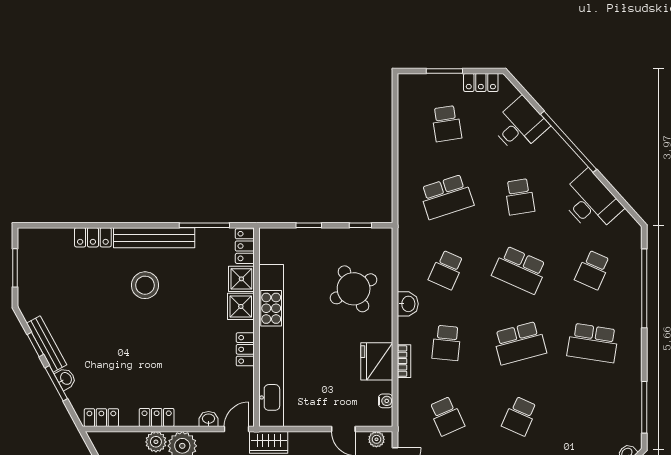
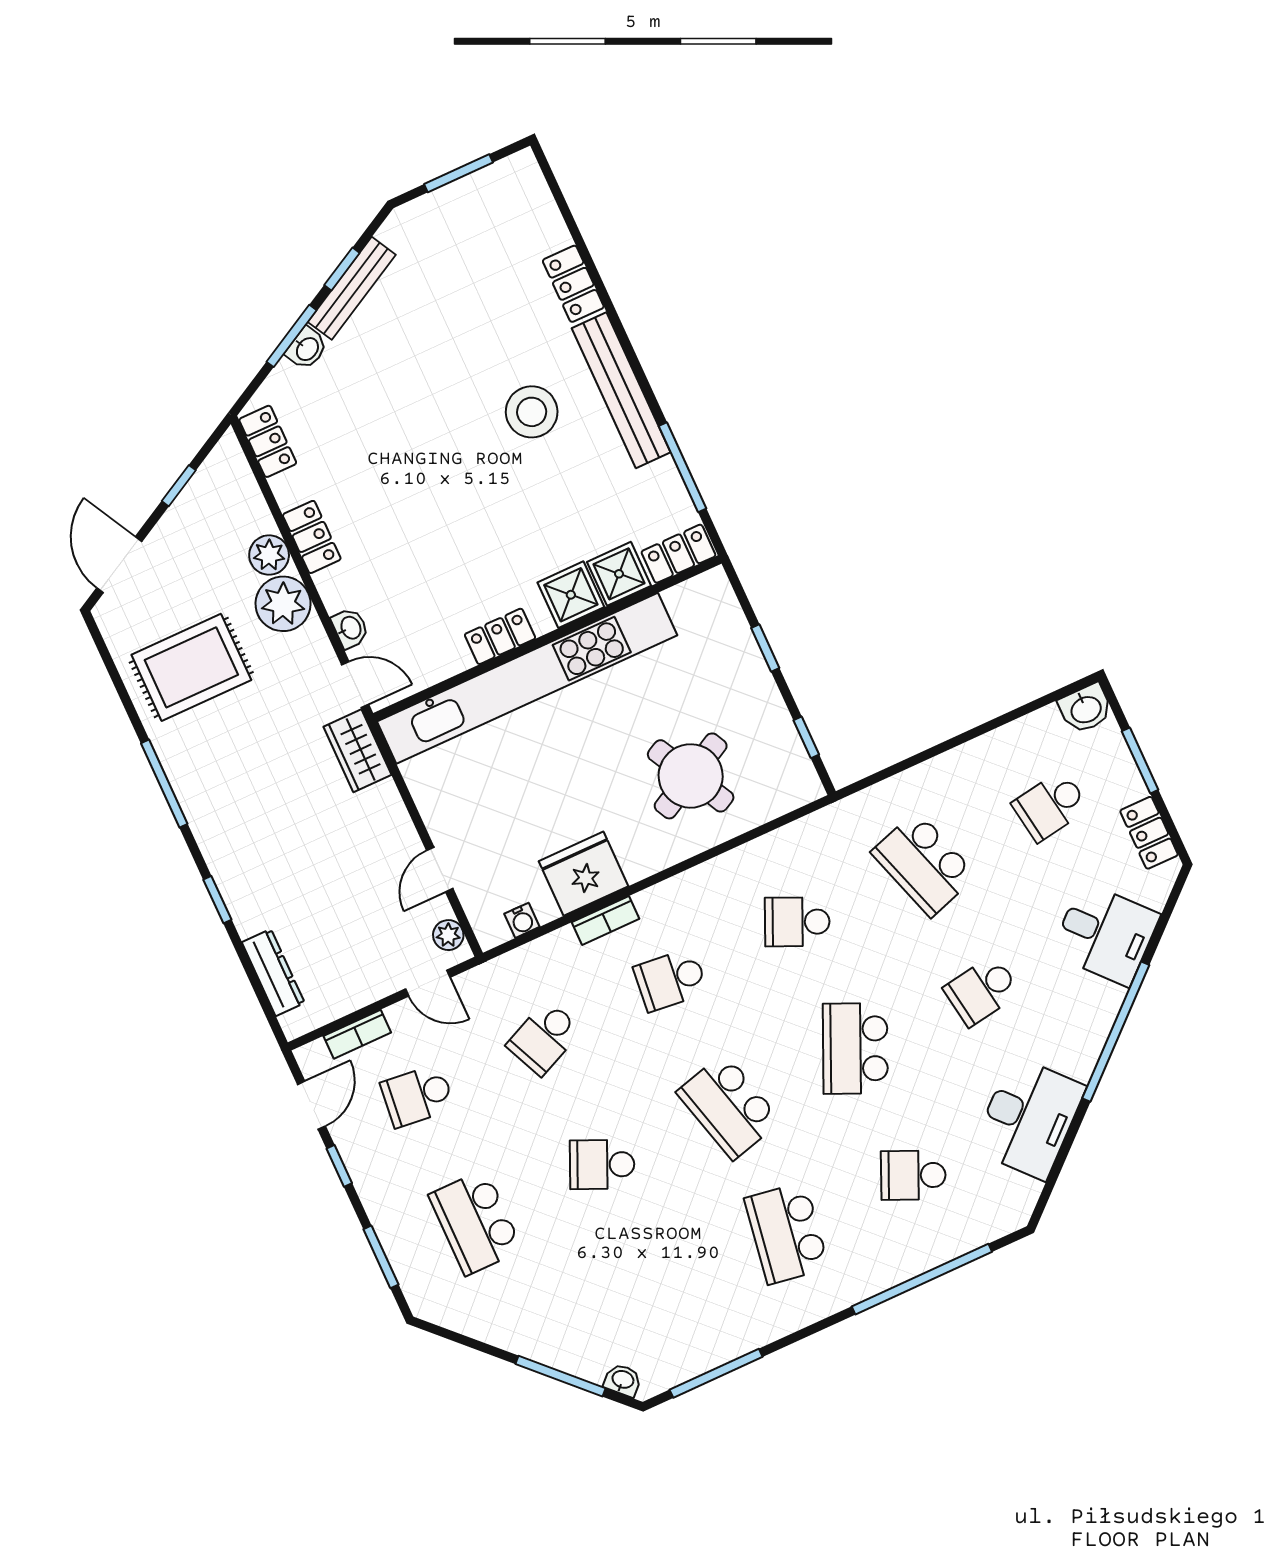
washbasin: (408, 304) -> (1086, 709), moved

